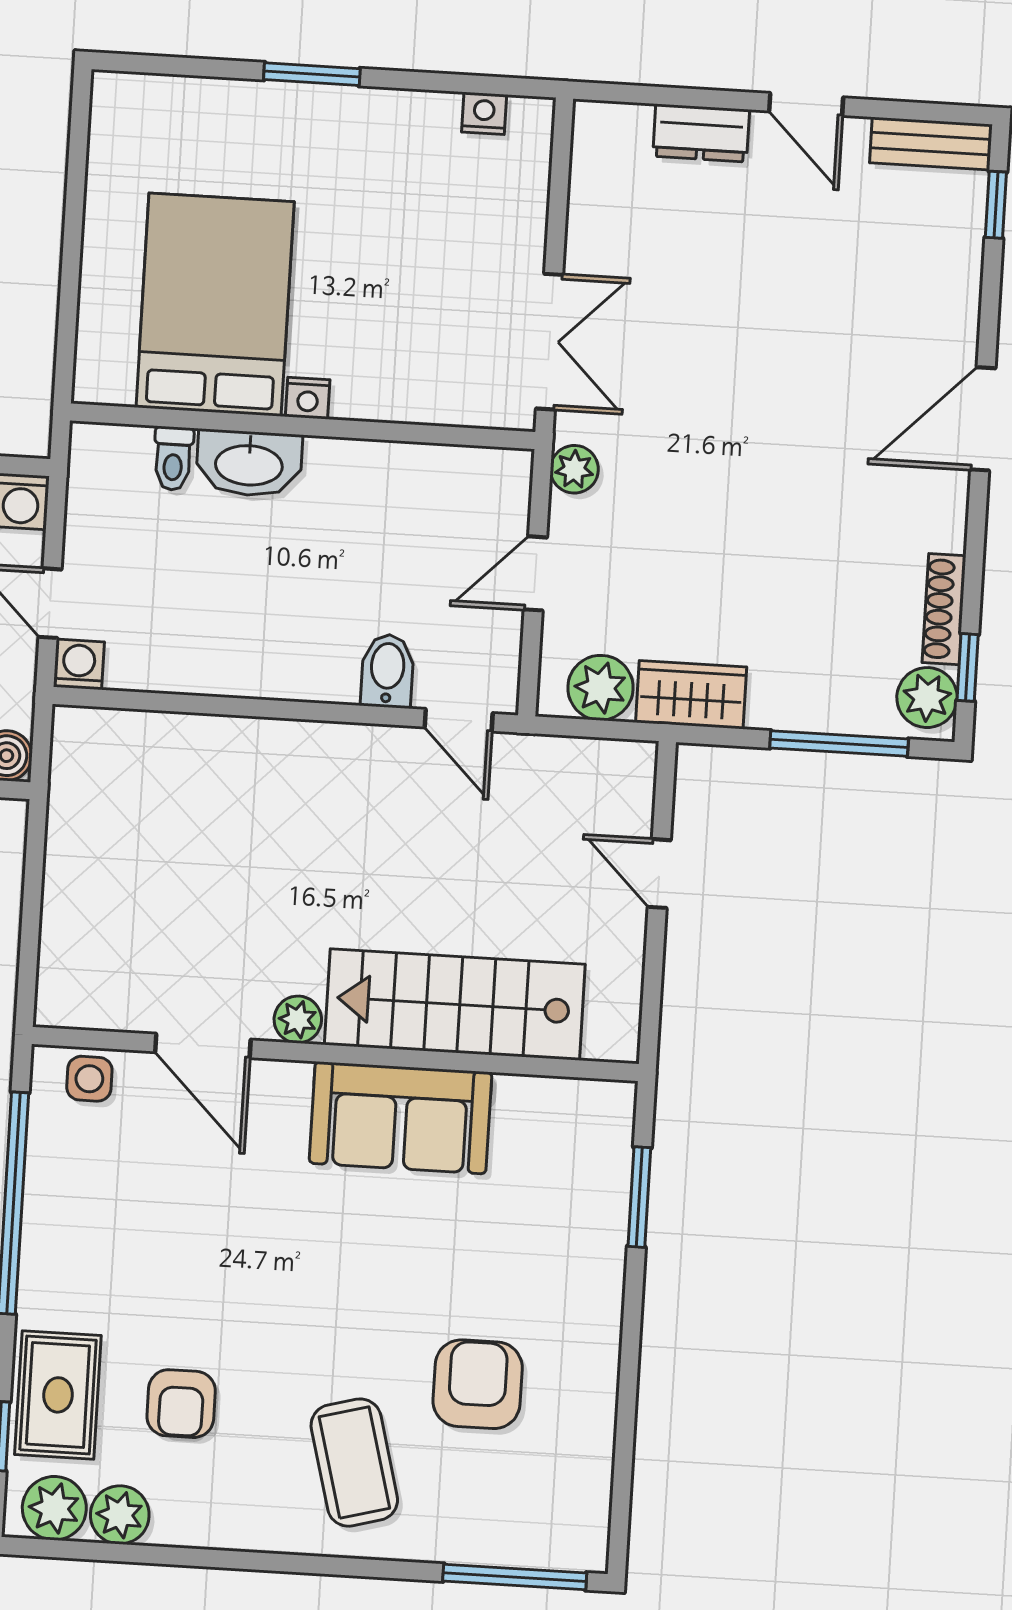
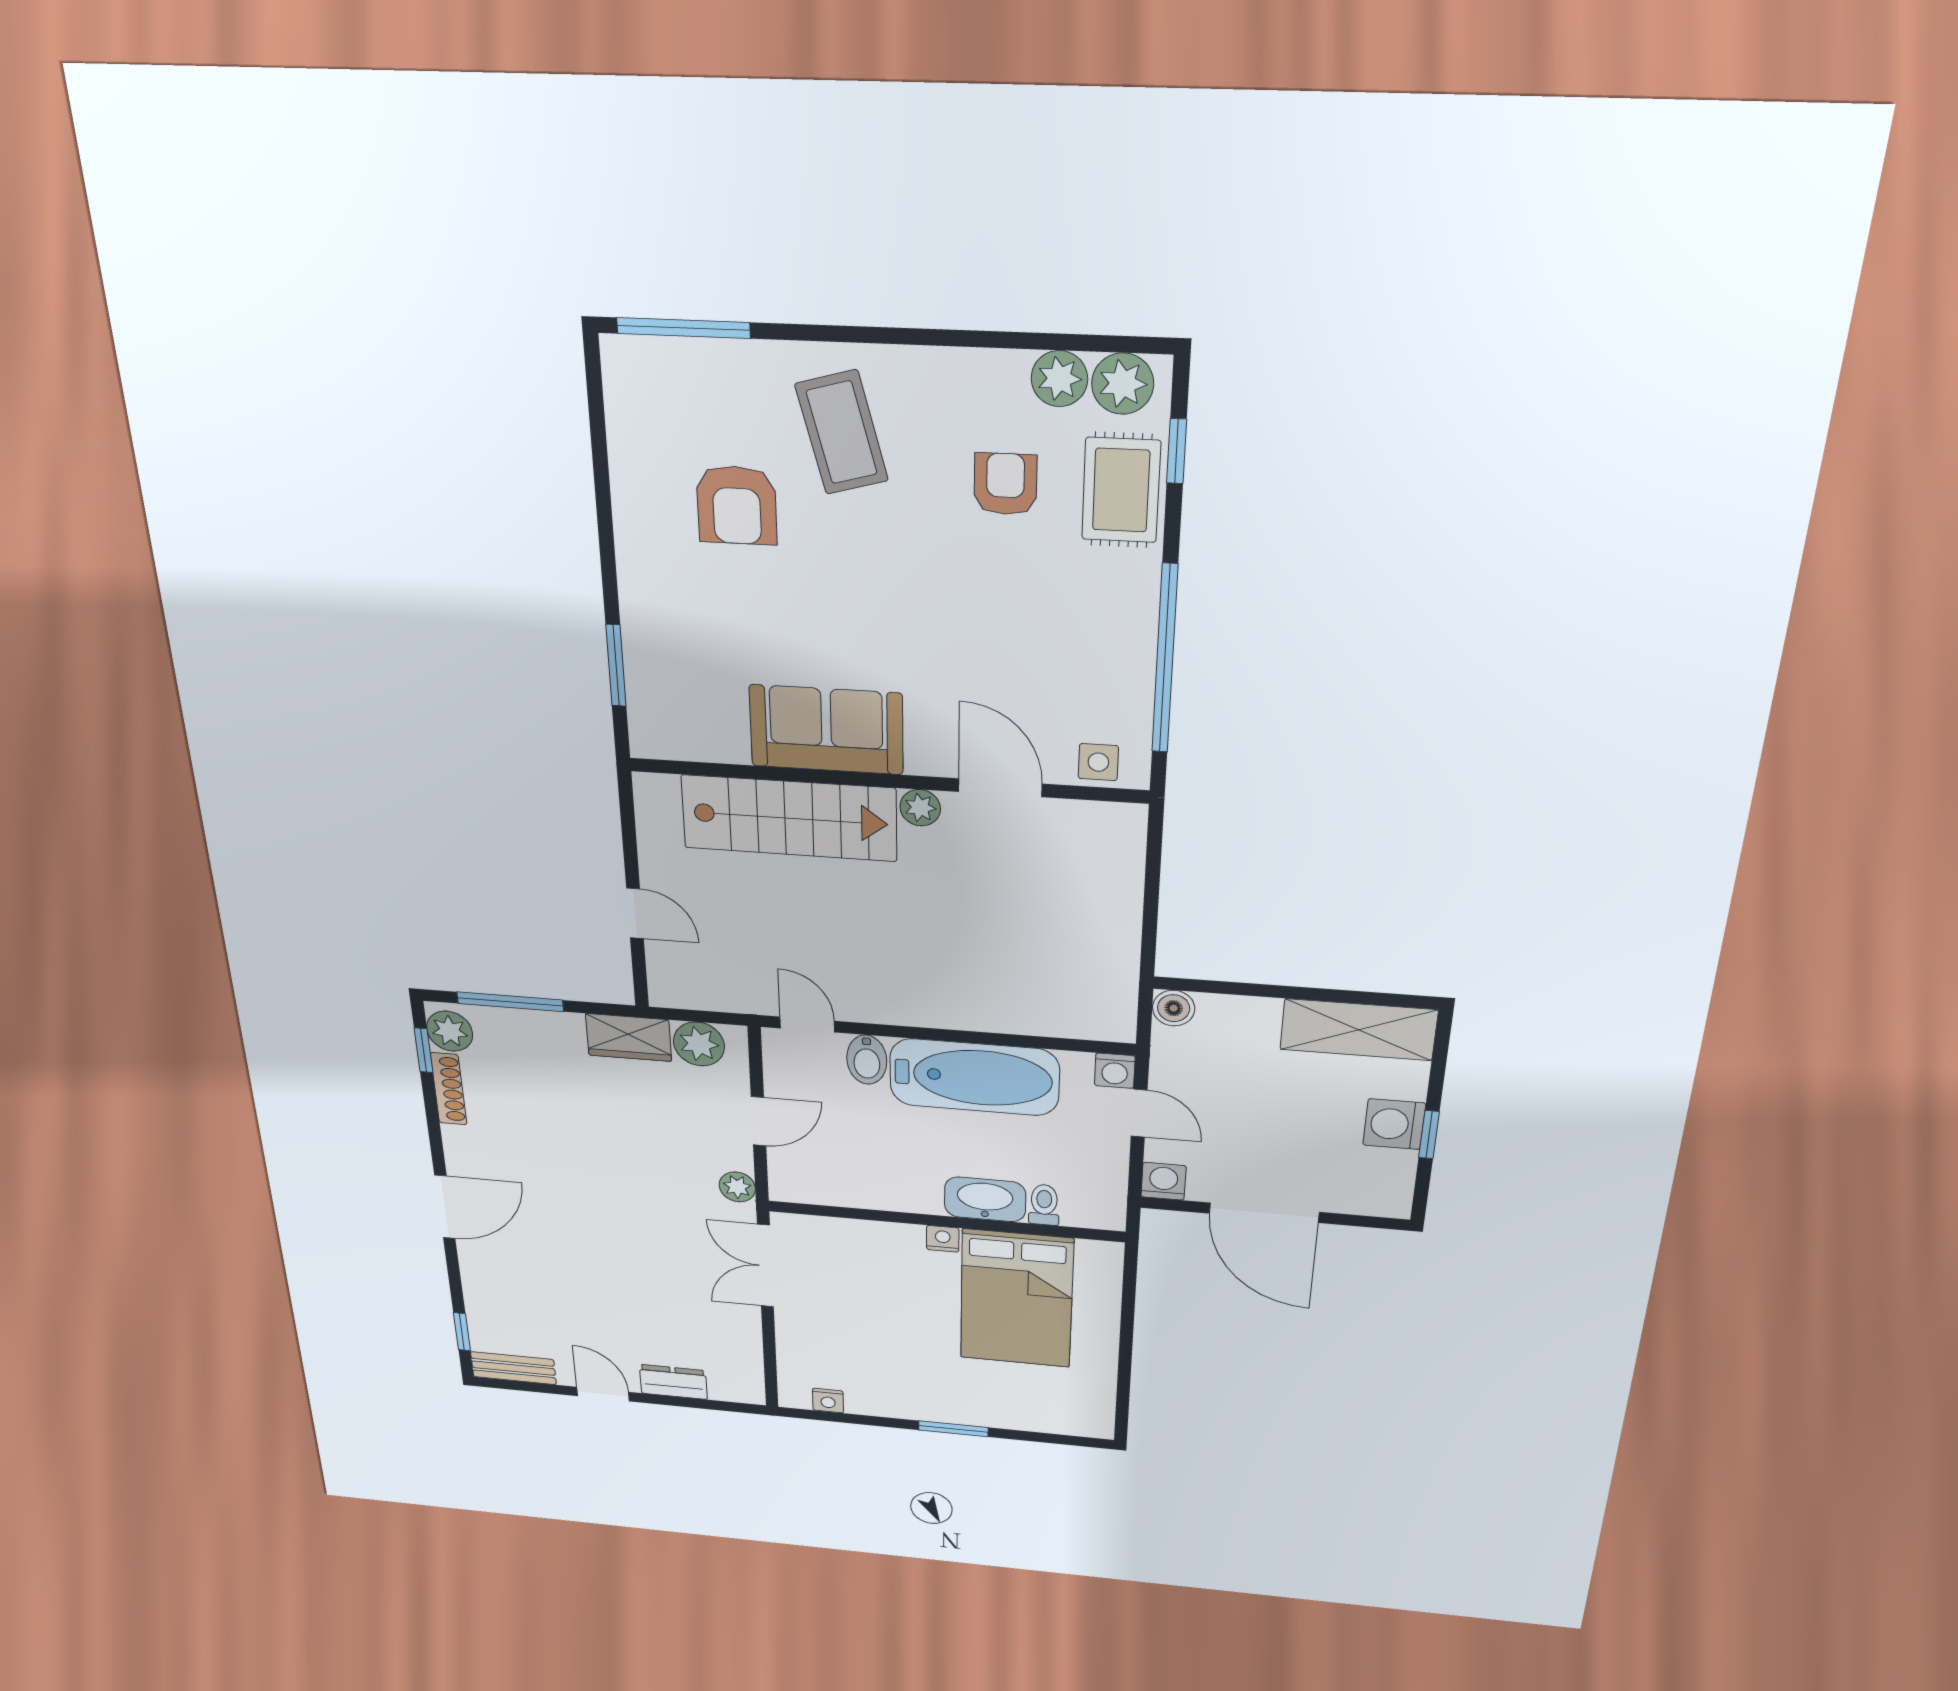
bathtub: (253, 649) -> (974, 1077), added

